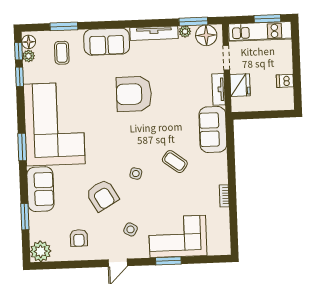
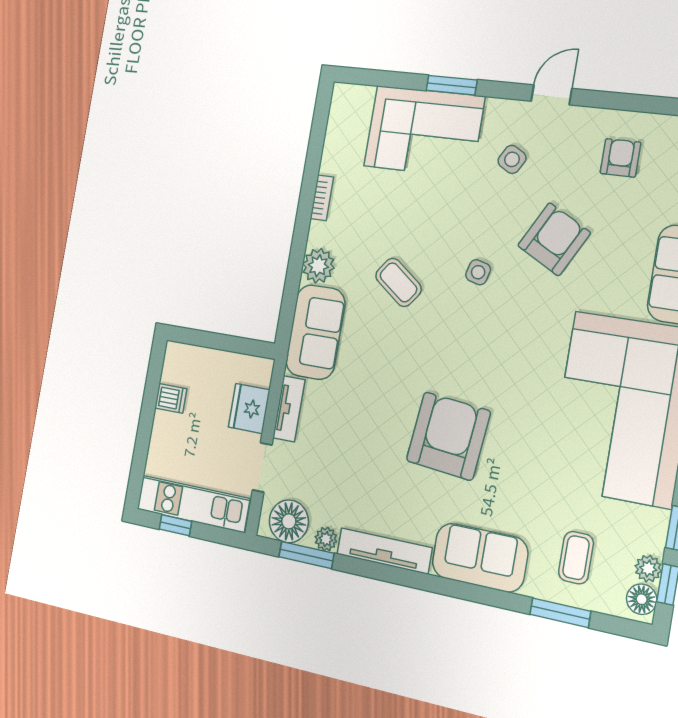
window: (267, 19) -> (175, 525), width x0.67
armchair: (134, 94) -> (448, 436), turned -84
plant: (219, 162) -> (318, 266), added
armchair: (102, 195) -> (554, 239), turned 58

